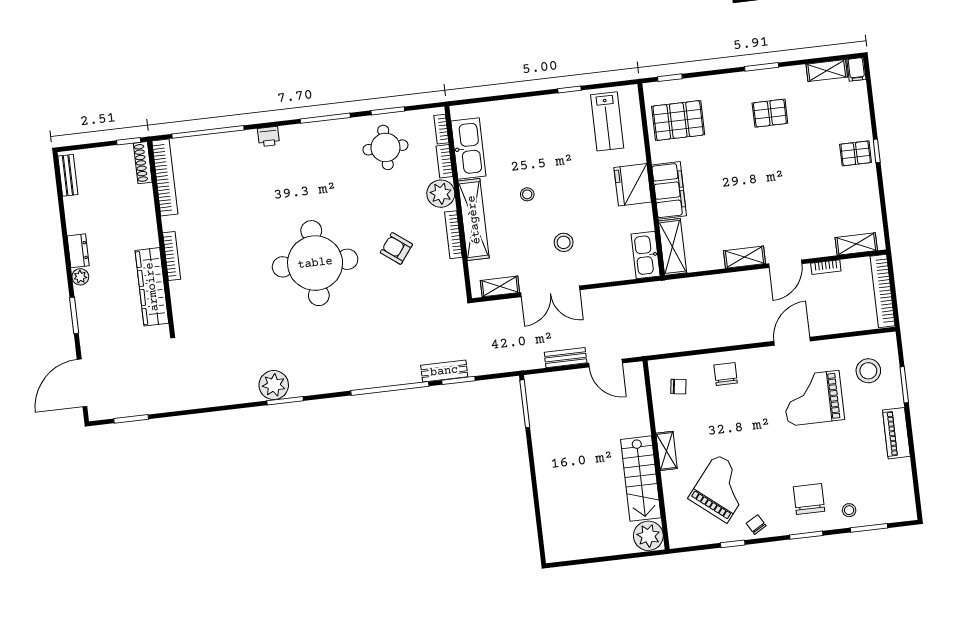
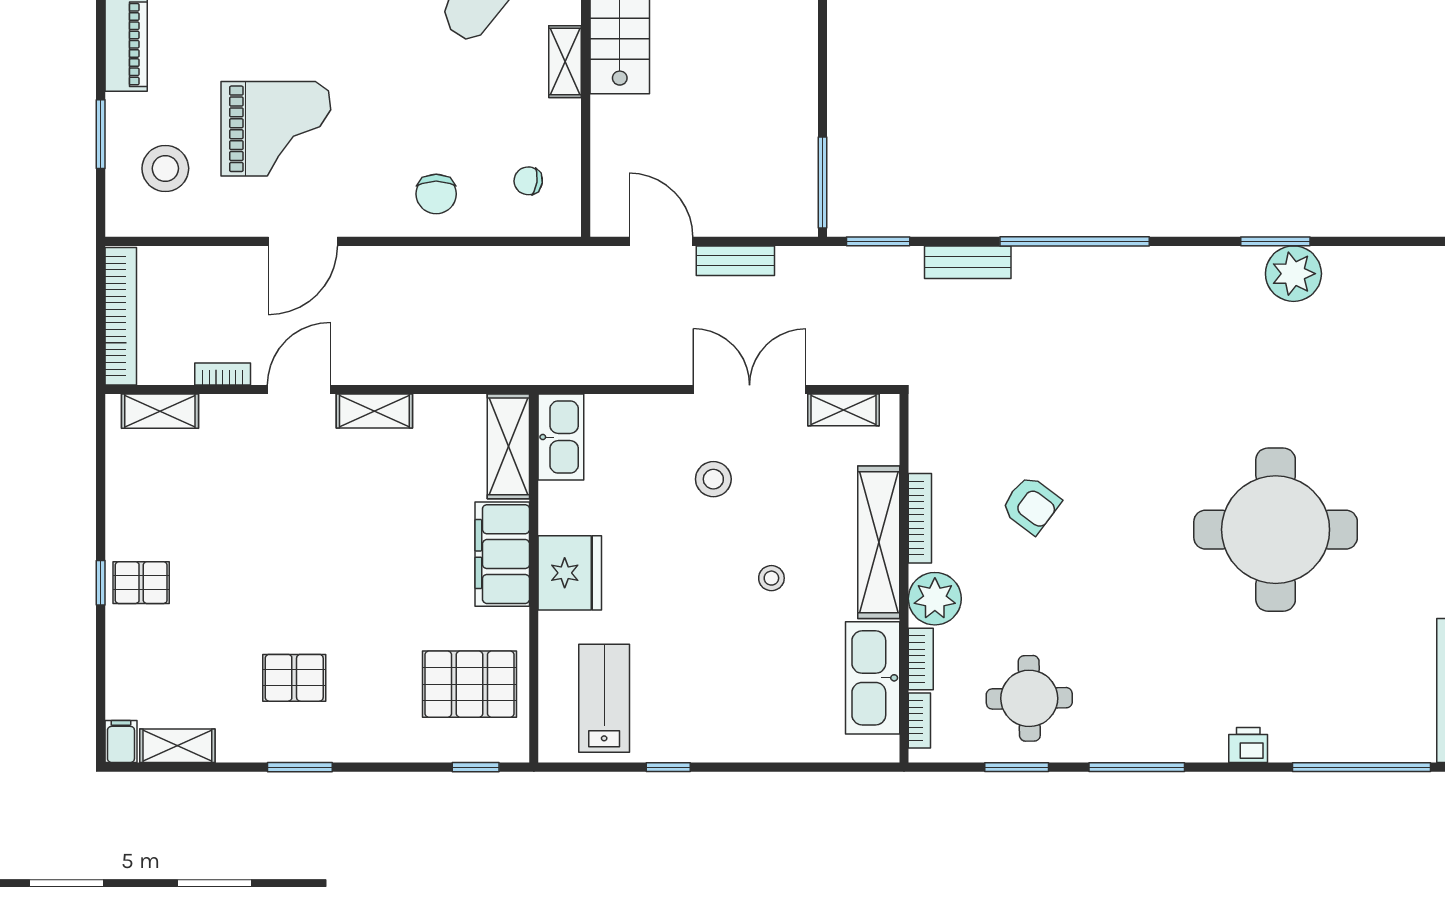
round table: (315, 263) -> (1276, 530), moved
window: (458, 380) -> (878, 241), moved

